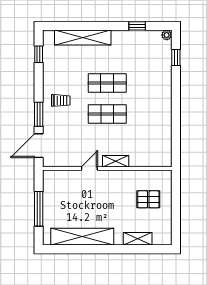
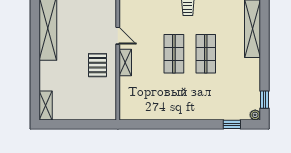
window: (137, 26) -> (265, 100), moved
pallet: (148, 199) -> (98, 65), moved
shelving: (138, 239) -> (46, 106), moved

